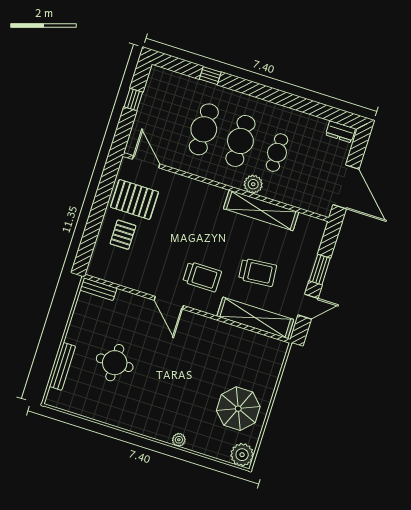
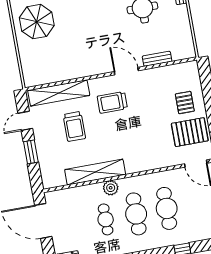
trolley: (258, 272) -> (74, 126), turned -85
bench: (98, 289) -> (157, 59), moved

